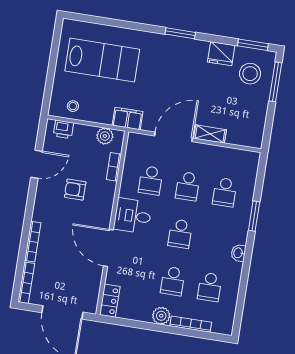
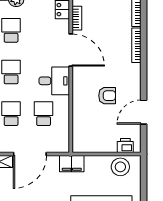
stool: (73, 106) -> (120, 167), width x1.89, depth x1.89
plant: (105, 136) -> (89, 145), removed
bookcase: (114, 167) -> (77, 18), moved

